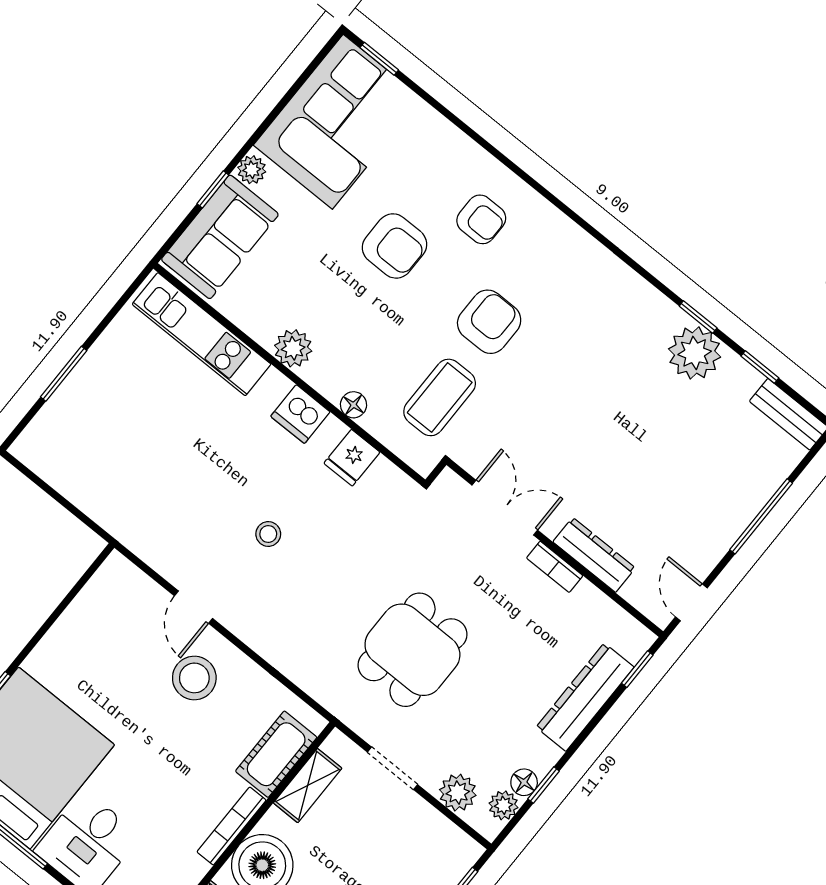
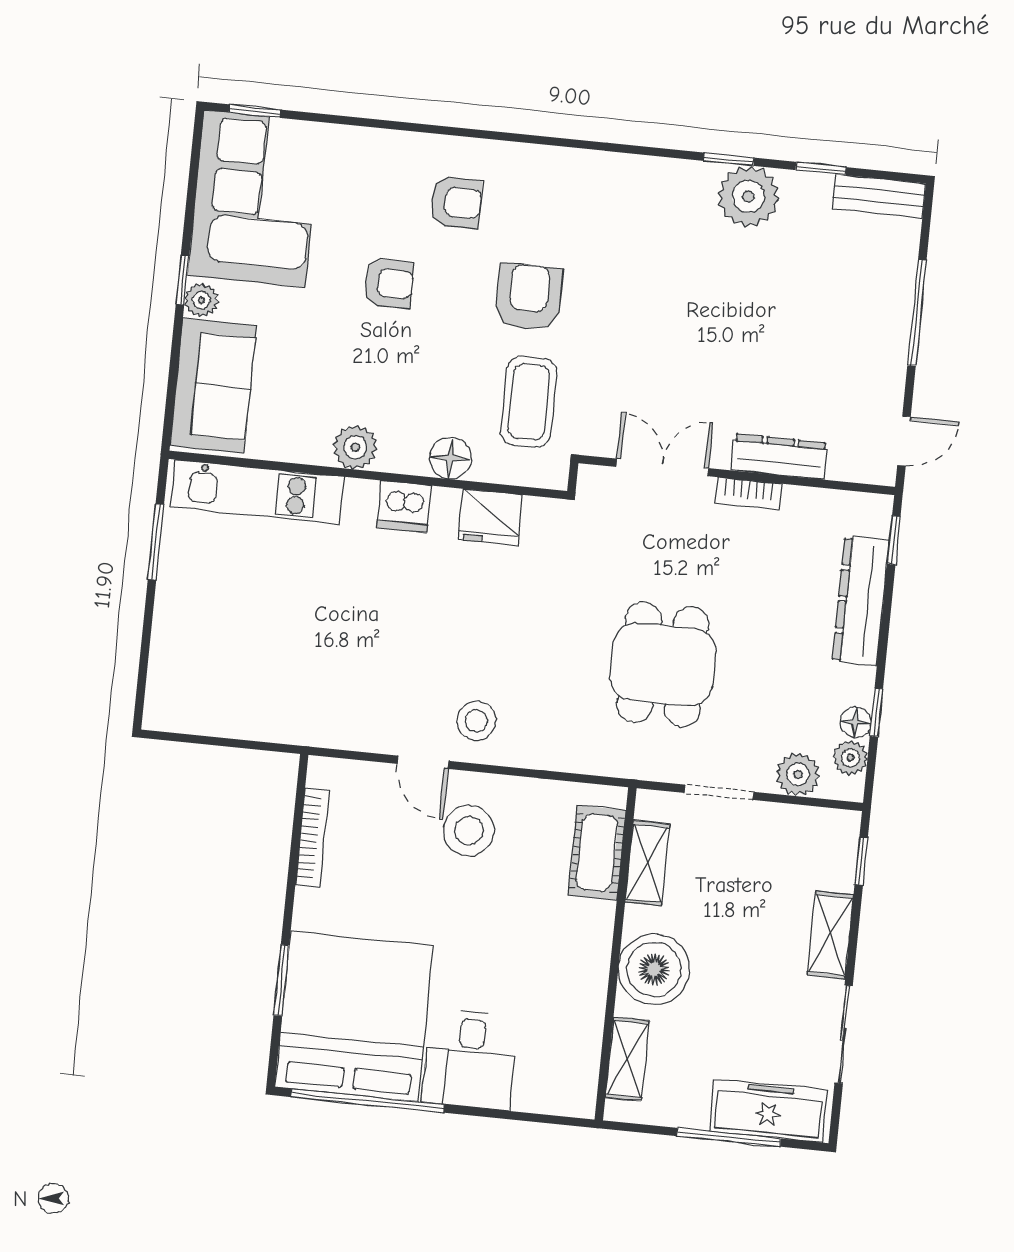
window: (213, 189) -> (183, 280), moved
armchair: (395, 246) -> (389, 283), width x0.72, depth x0.72
window: (64, 374) -> (156, 542), moved
floor lamp: (353, 405) -> (450, 458), width x1.37, depth x1.37
fridge: (352, 458) -> (490, 517), width x1.38
stool: (268, 534) -> (477, 721), moved, width x1.37, depth x1.37
door: (691, 602) -> (904, 441), swing flipped
bookcase: (232, 826) -> (313, 838), moved, turned 180

